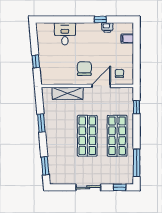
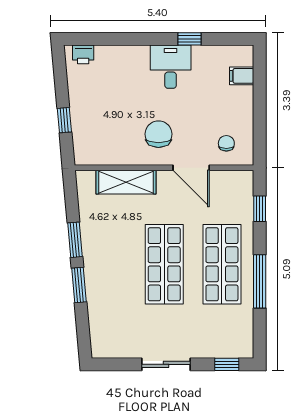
printer: (107, 27) -> (83, 54), moved
desk: (65, 34) -> (171, 67), moved
door: (101, 86) -> (191, 168), swing flipped
window: (137, 163) -> (260, 281), moved
window: (45, 166) -> (79, 285), moved

